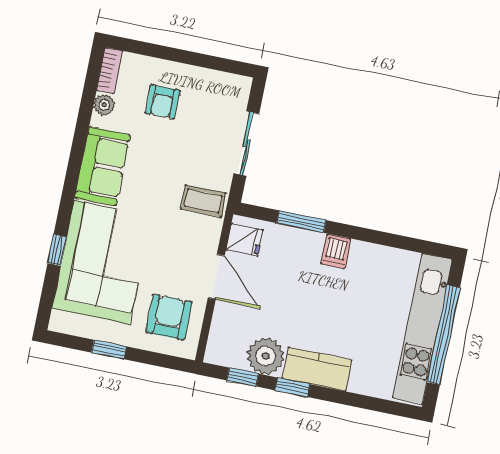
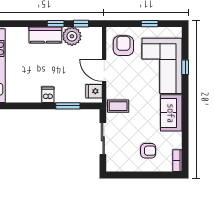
armchair: (163, 102) -> (148, 151), turned 90
plant: (104, 105) -> (177, 143), removed
armchair: (169, 317) -> (123, 46), turned 180

